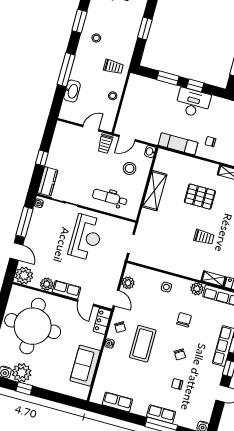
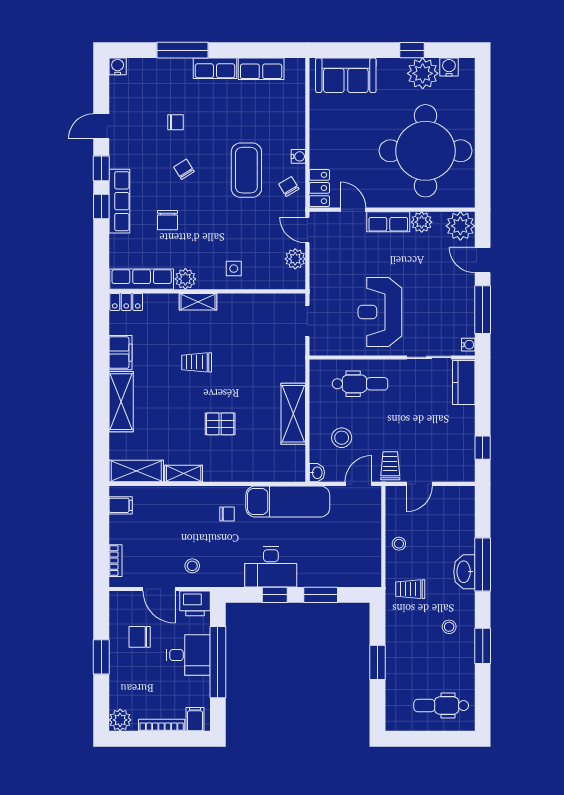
washbasin: (72, 91) -> (464, 572), moved
exam couch: (178, 144) -> (288, 502), width x1.36, depth x1.45
window: (42, 158) -> (483, 448), moved
pallet: (200, 197) -> (220, 424), width x0.67, depth x0.71
shelving: (214, 279) -> (198, 302), moved
chair: (184, 320) -> (168, 220), moved
sofa: (85, 366) -> (346, 75), moved, turned 90
row of seats: (161, 414) -> (215, 68), moved

